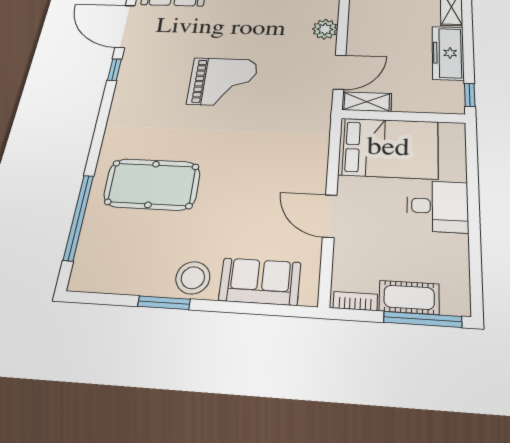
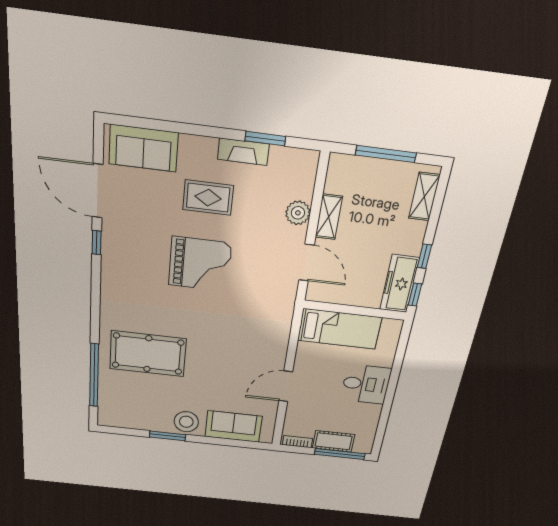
rug: (234, 24) -> (208, 198), added
freezer: (448, 53) -> (400, 284), moved
window: (468, 57) -> (424, 256), added
door: (339, 72) -> (306, 263), hinge flipped
shelving: (367, 102) -> (329, 217), moved, turned 90
bed: (388, 148) -> (339, 329), width x0.67
door: (330, 216) -> (286, 386), hinge flipped

